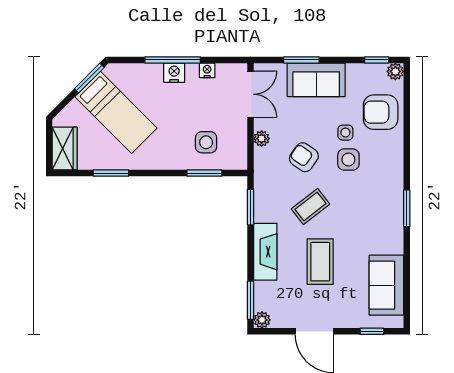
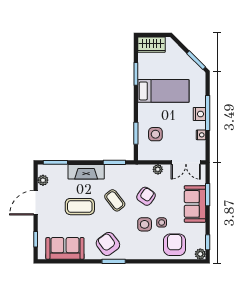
bed: (116, 112) -> (163, 91), moved, turned -135
armchair: (379, 217) -> (108, 244), added
plant: (262, 320) -> (43, 180), moved

